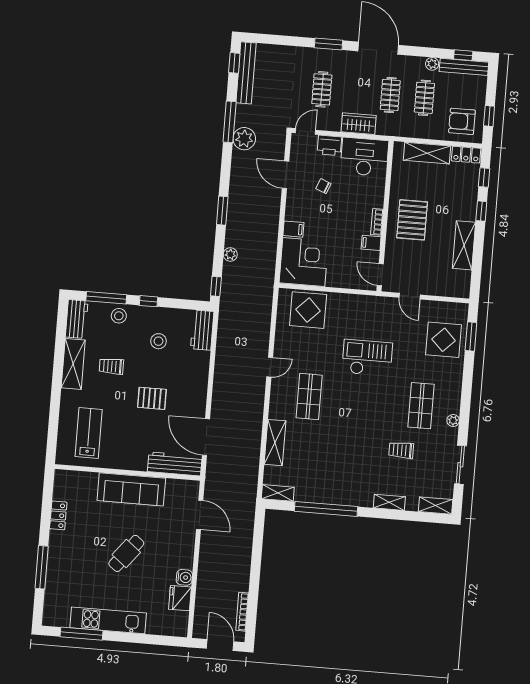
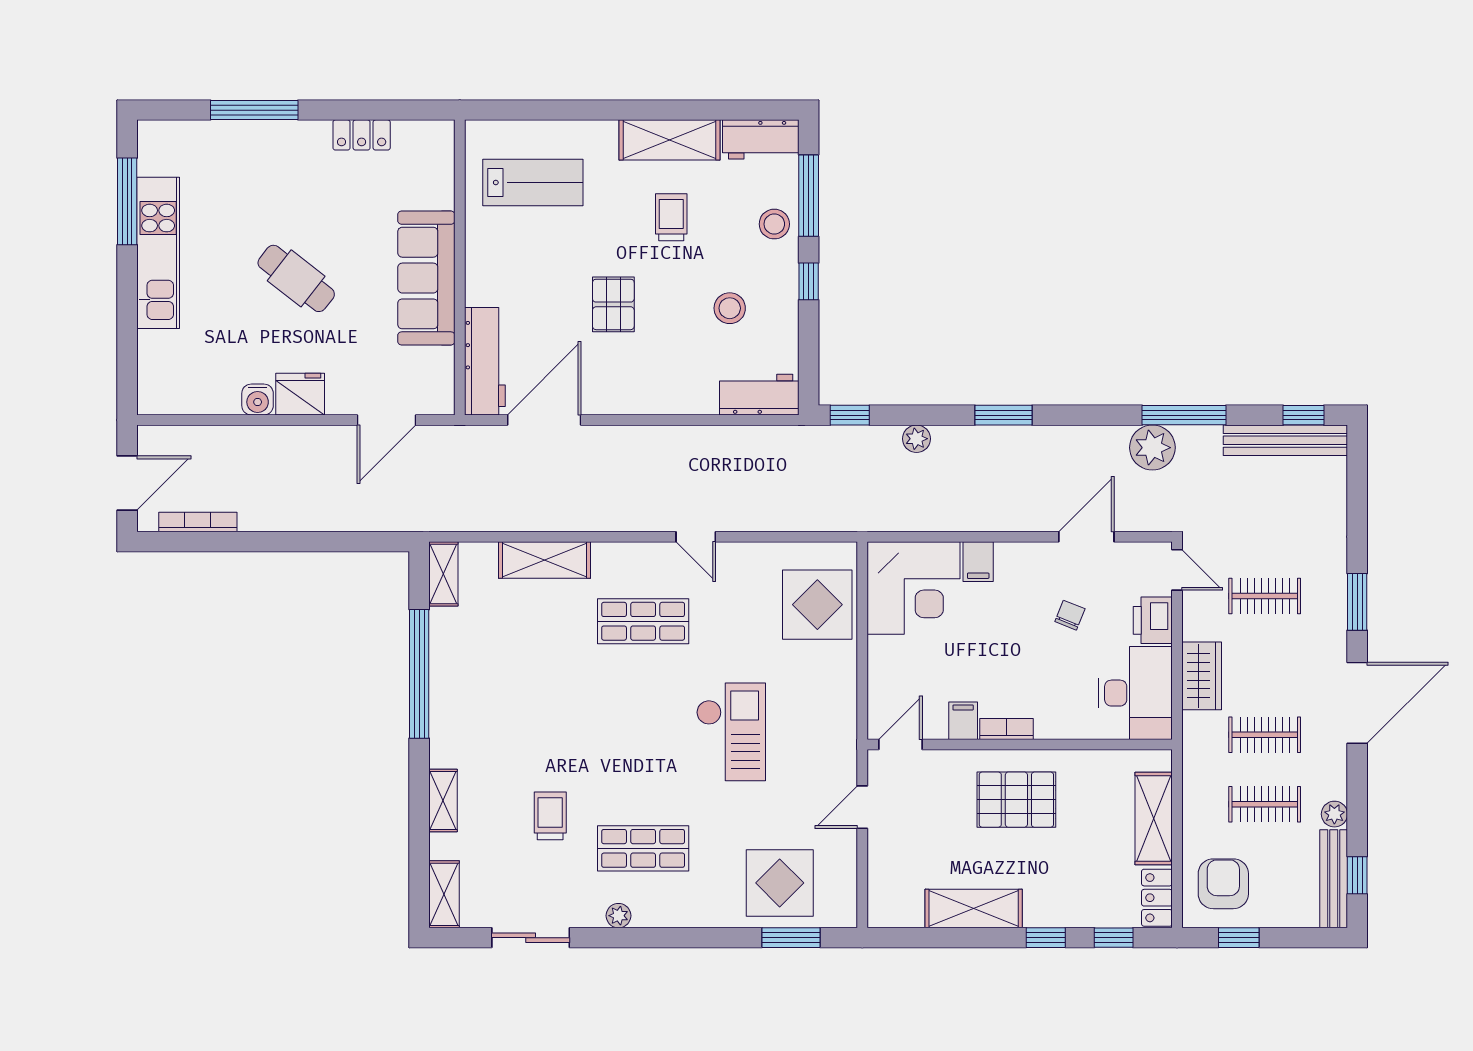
fridge: (180, 598) -> (300, 394), moved

